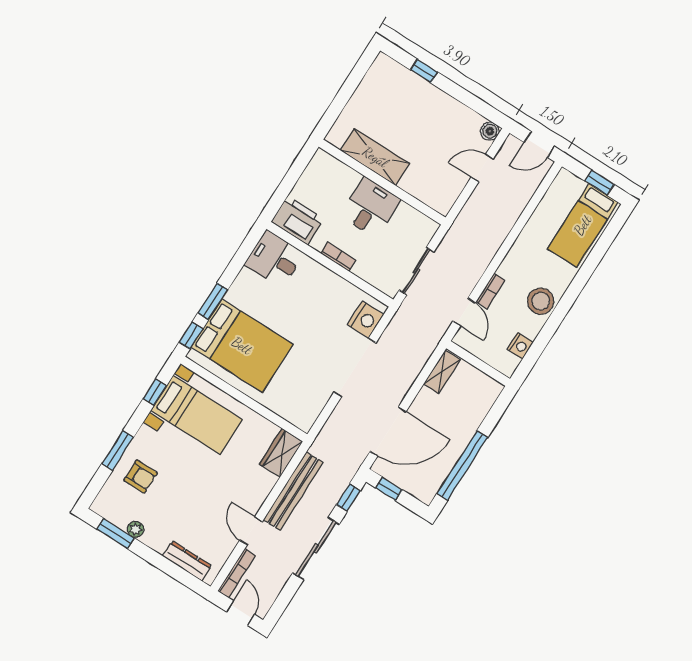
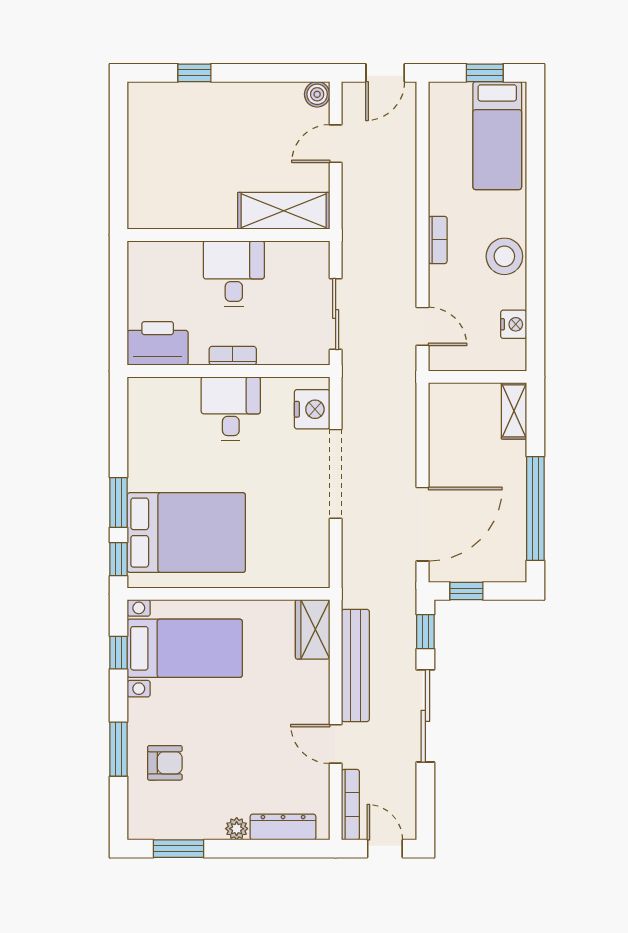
shelving: (375, 157) -> (284, 211), moved
desk: (274, 259) -> (231, 409), moved, turned 90
bookcase: (490, 291) -> (438, 240), moved
shelving: (442, 372) -> (514, 411), moved
plant: (136, 529) -> (237, 829), moved

